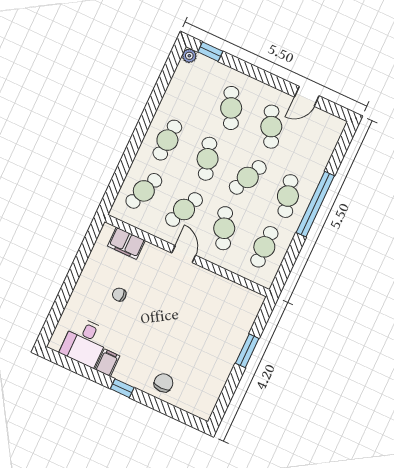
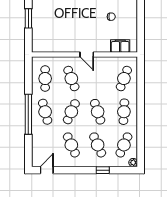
window: (210, 52) -> (103, 170), moved
door: (307, 96) -> (47, 170), moved
cafe table: (184, 210) -> (124, 145), moved

